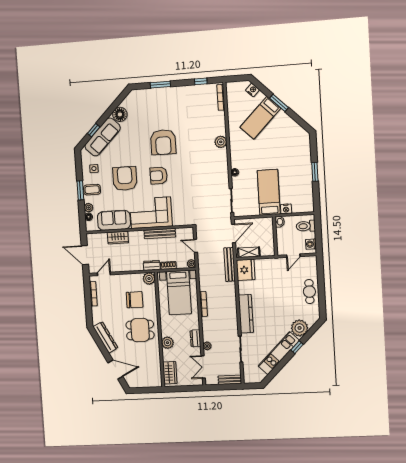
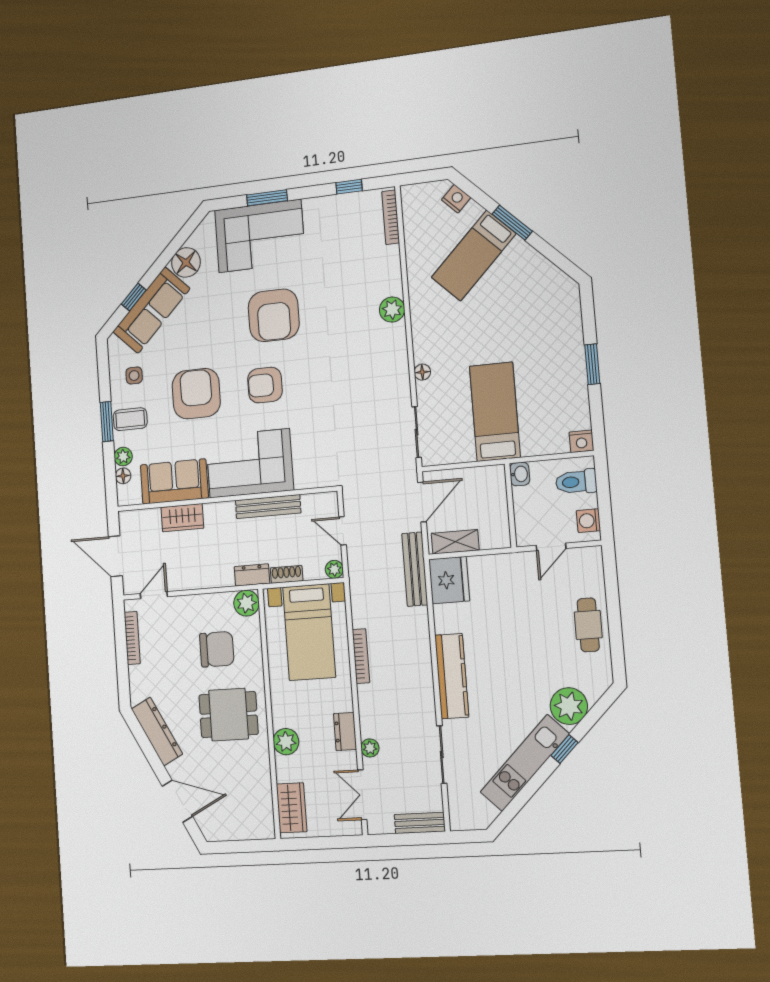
corner sofa: (157, 103) -> (260, 236), added
nightstand: (286, 209) -> (581, 441), moved

